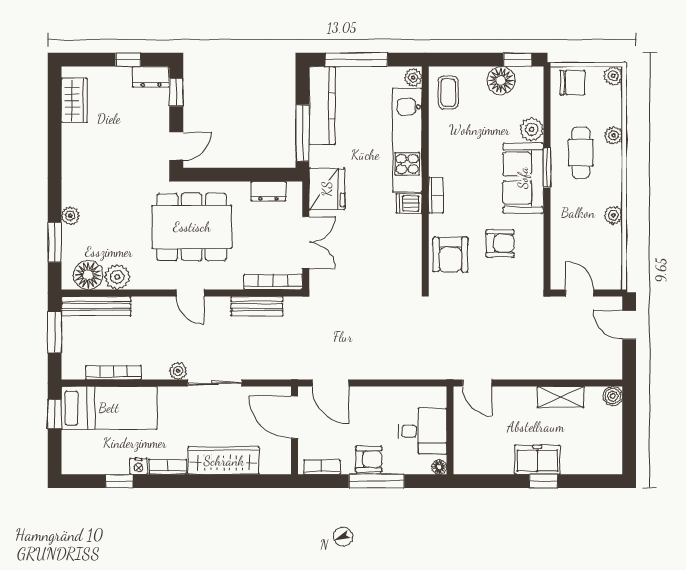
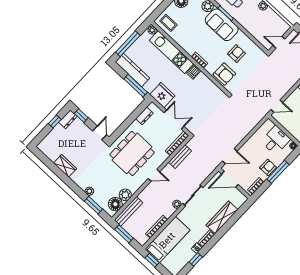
wardrobe: (74, 100) -> (65, 166), moved

